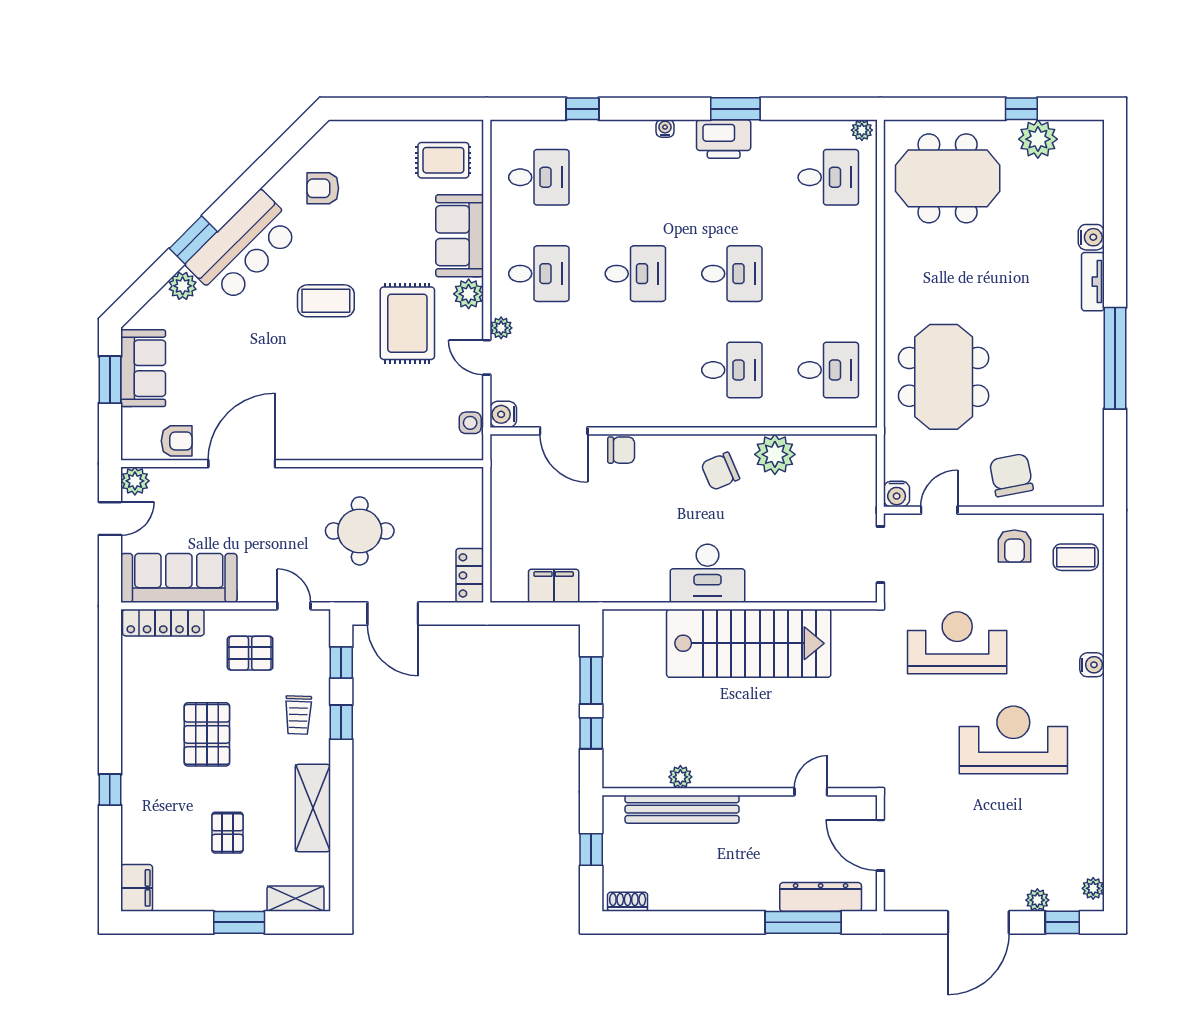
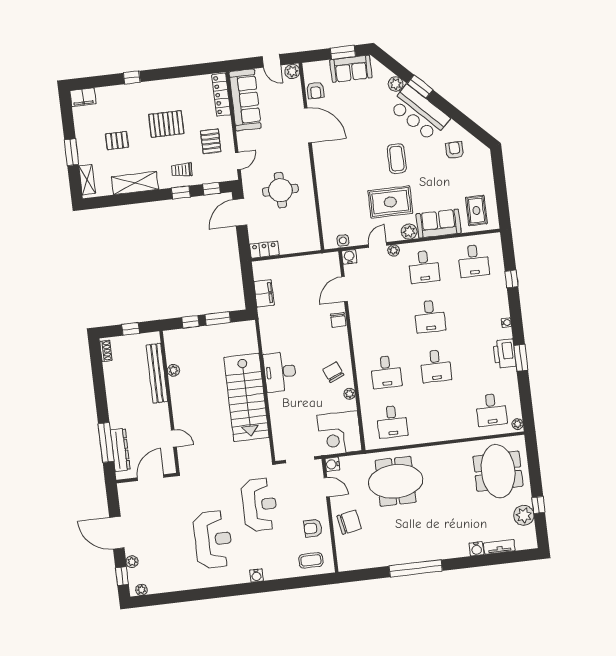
tv unit: (1093, 282) -> (499, 547), moved
plant: (775, 454) -> (350, 394), width x0.53, depth x0.53
corner desk: (838, 473) -> (339, 433), added
coffee table: (1076, 557) -> (311, 560), turned 90

